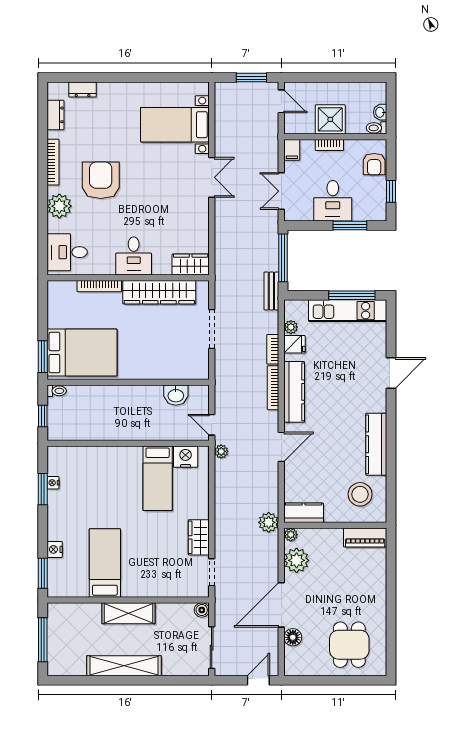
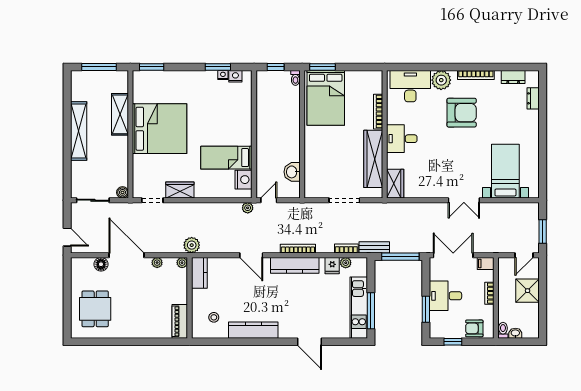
shower: (330, 119) -> (528, 291), moved
double door: (281, 191) -> (453, 255), width x1.37
desk: (67, 252) -> (410, 86), width x1.37
bookcase: (273, 349) -> (346, 248), moved
stool: (360, 494) -> (214, 317), width x0.53, depth x0.53
nightstand: (55, 549) -> (235, 76), moved
plant: (297, 560) -> (157, 263), width x0.53, depth x0.53
bed: (105, 563) -> (160, 129), width x2.04
shelving: (129, 613) -> (120, 114), moved
dining table: (349, 645) -> (95, 309), turned 90

